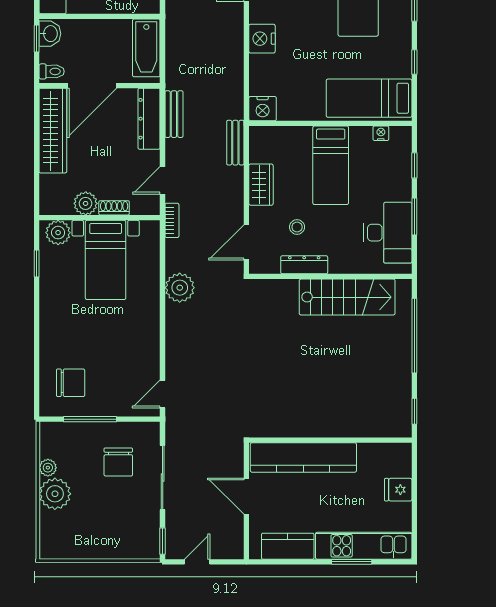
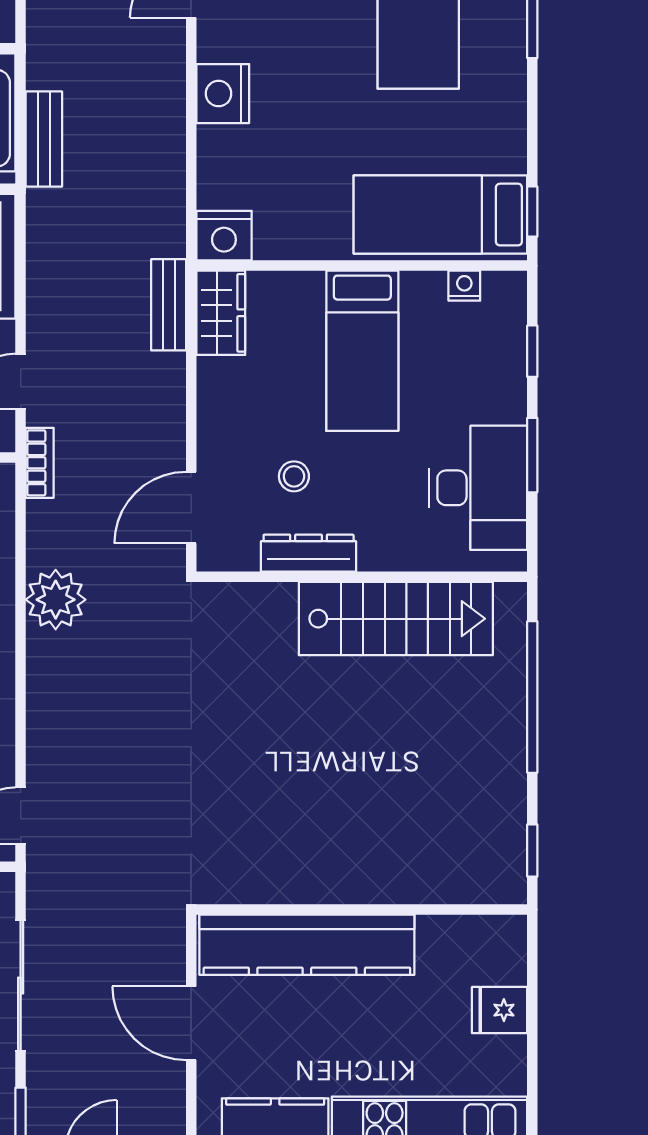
window: (414, 62) -> (532, 212), moved
bench: (174, 114) -> (44, 139), moved
wardrobe: (261, 185) -> (221, 313), moved

